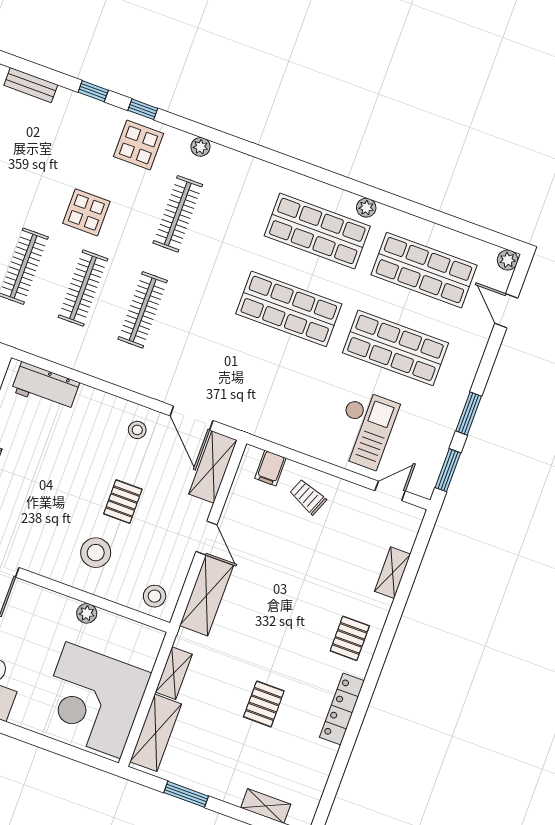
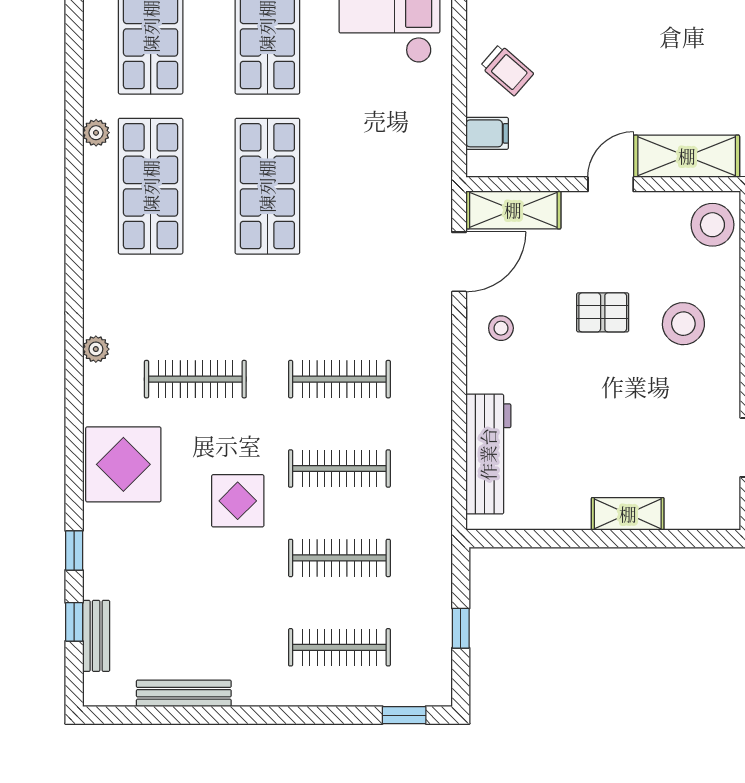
window: (143, 109) -> (74, 622), moved
display table: (138, 145) -> (123, 464), width x1.36, depth x1.36
plant: (200, 147) -> (96, 349), moved
workbench: (45, 387) -> (488, 454), width x1.37
trolley: (308, 497) -> (507, 70), turned -71
stool: (155, 596) -> (712, 225), width x1.38, depth x1.38

